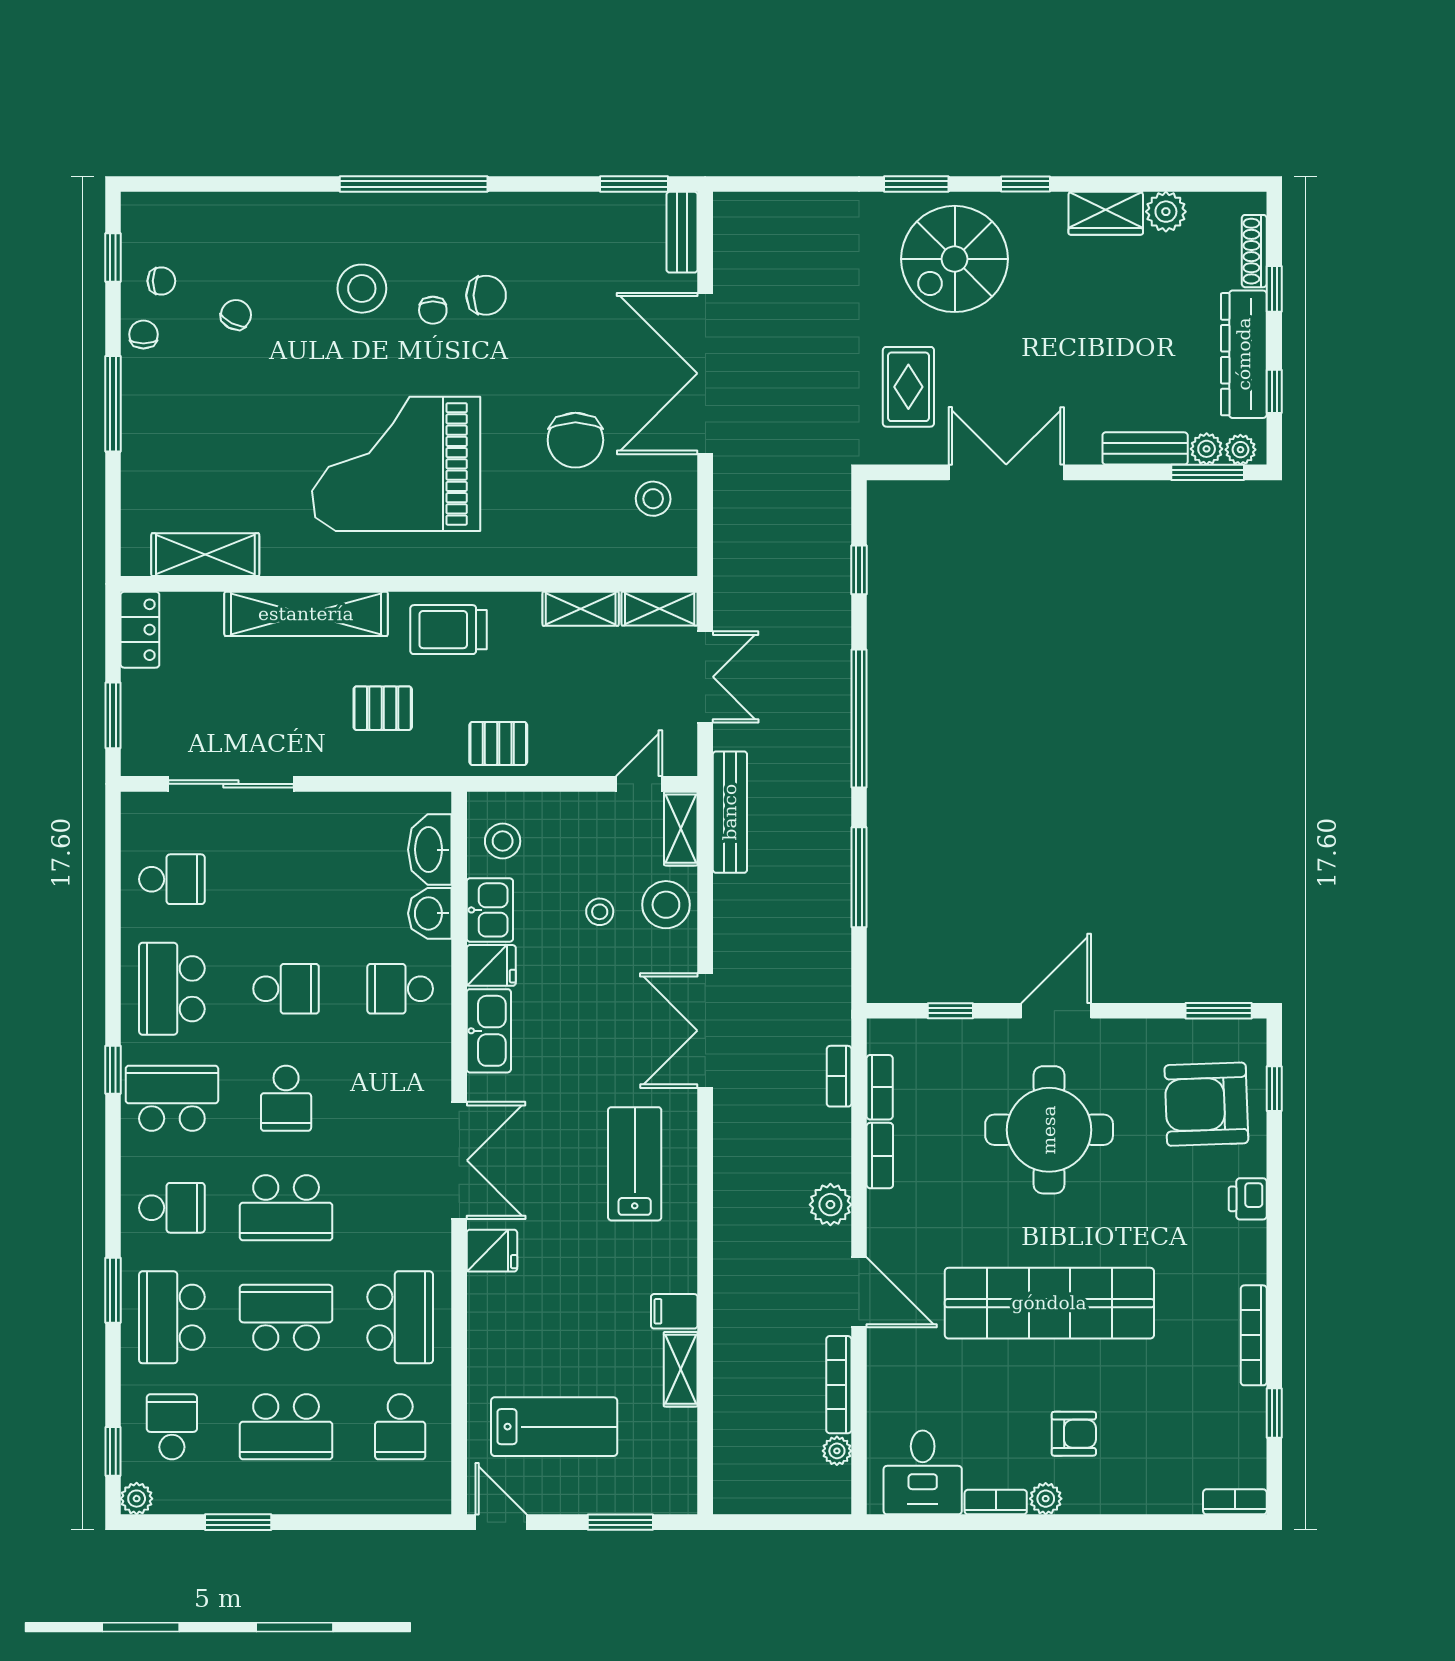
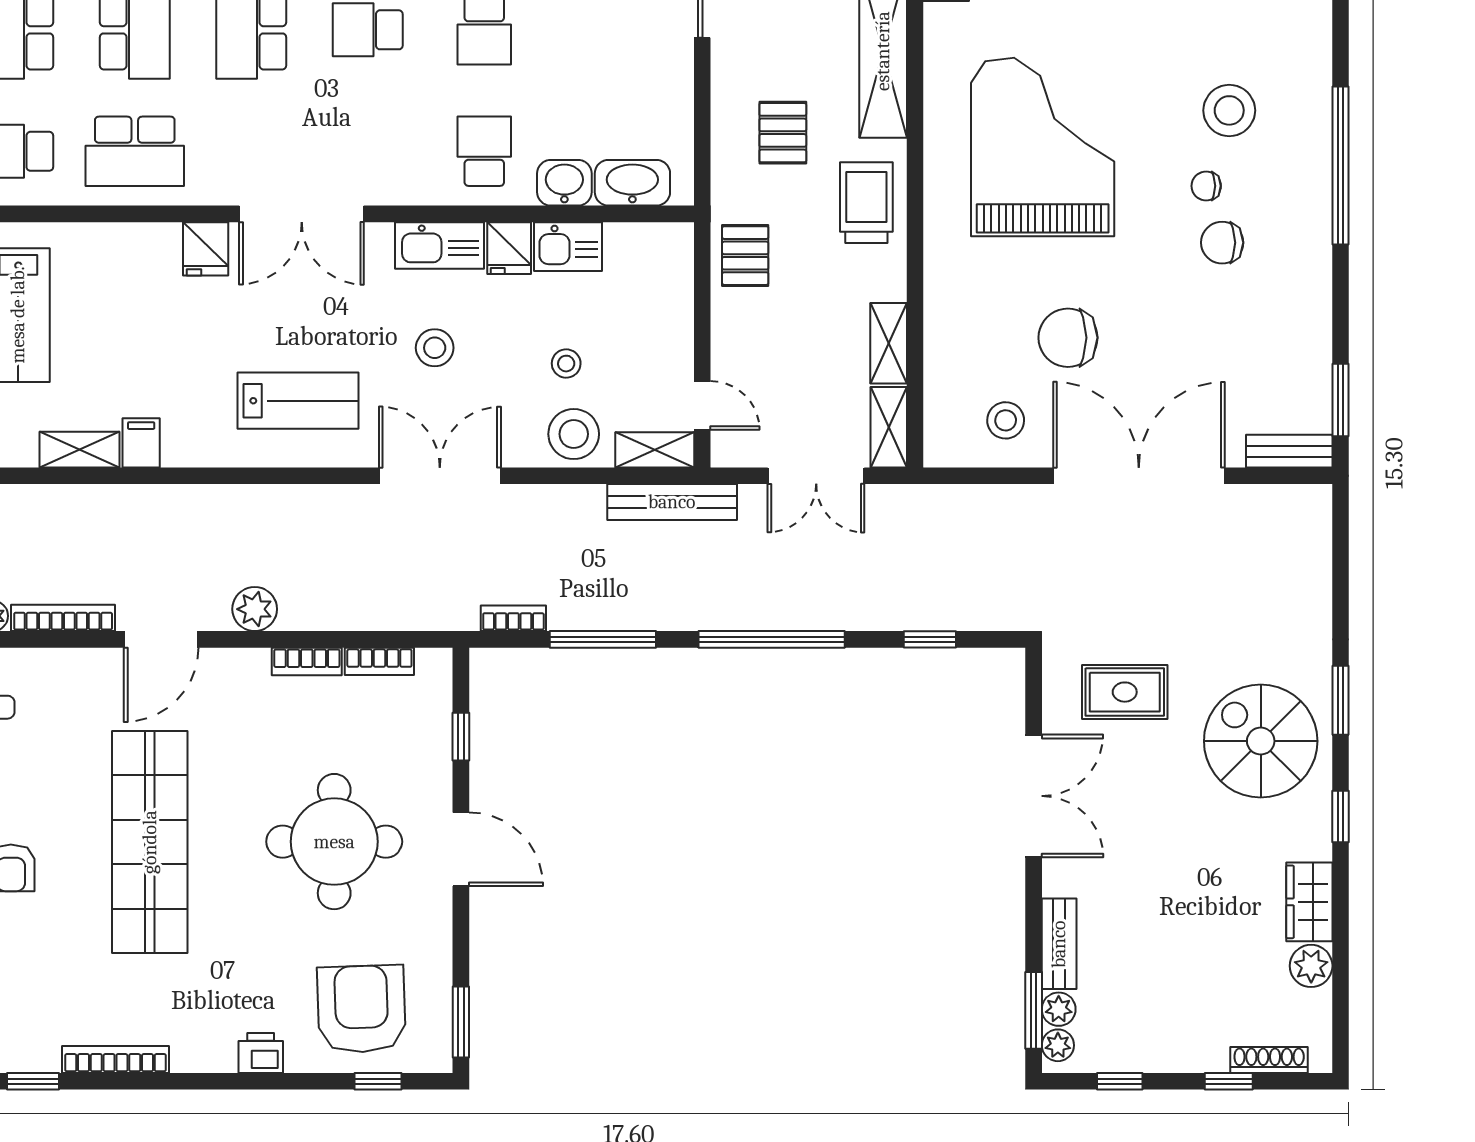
chair: (486, 295) -> (1222, 243), turned 90
dresser: (1244, 354) -> (1159, 1049), removed
stool: (503, 841) -> (435, 348), moved
bookcase: (839, 1076) -> (513, 618), moved

